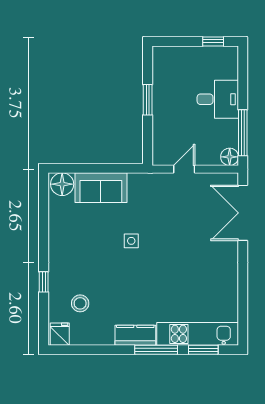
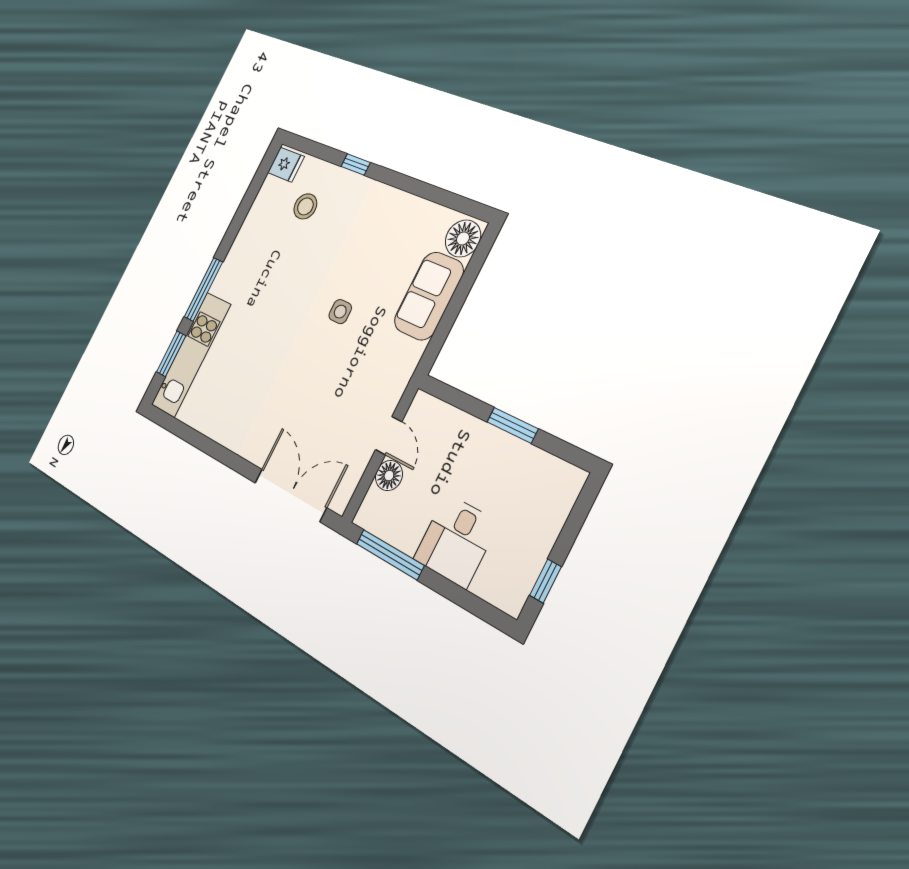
floor lamp: (230, 157) -> (389, 476), moved
kitchen counter: (135, 335) -> (233, 268), removed

